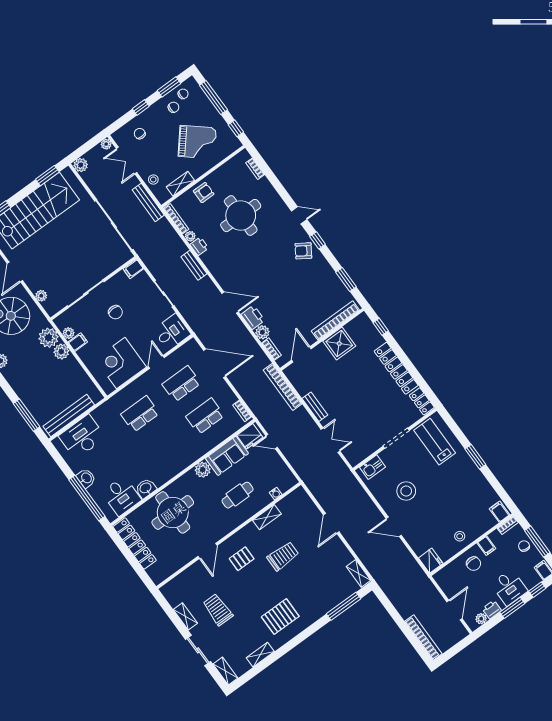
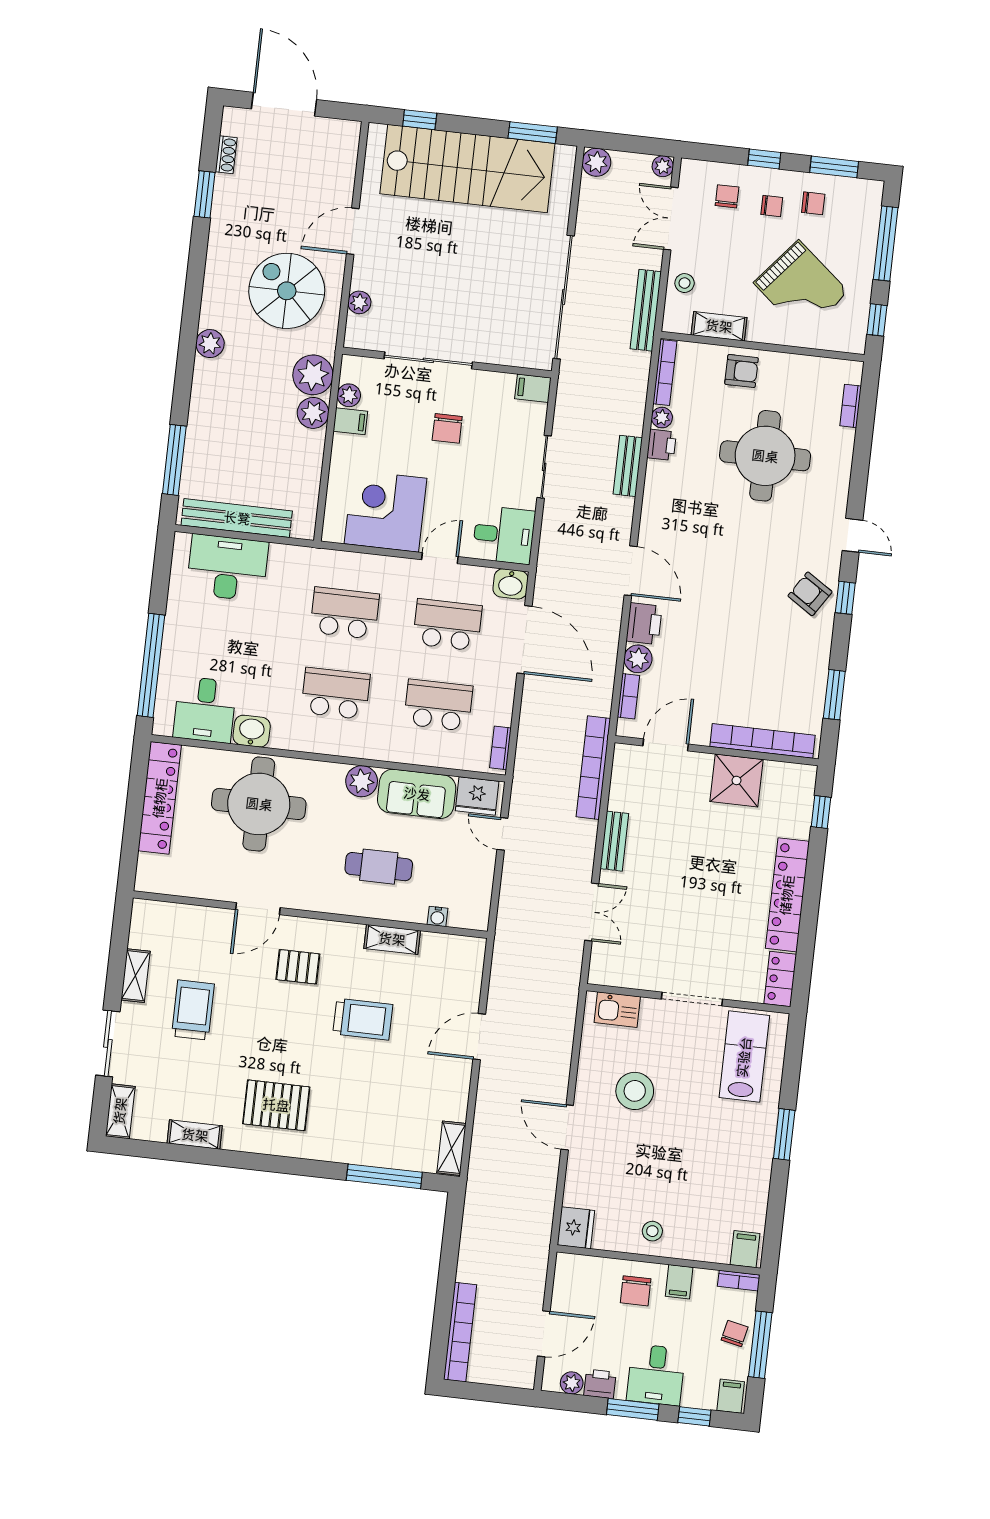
chair: (183, 94) -> (772, 206), moved
school desk: (164, 446) -> (336, 693), added
washbasin: (86, 478) -> (511, 584), moved, turned 90

